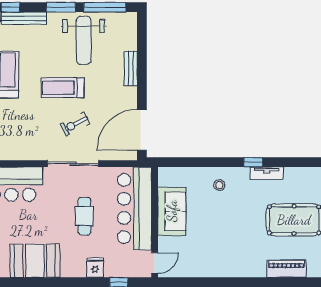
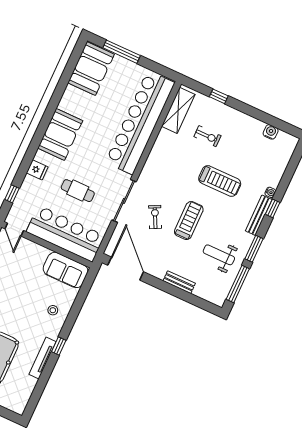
weight bench: (84, 40) -> (219, 255), width x0.73, depth x0.75
tv unit: (267, 173) -> (42, 358), width x1.41
sofa: (172, 211) -> (66, 270), moved
fridge: (95, 268) -> (37, 170), moved

